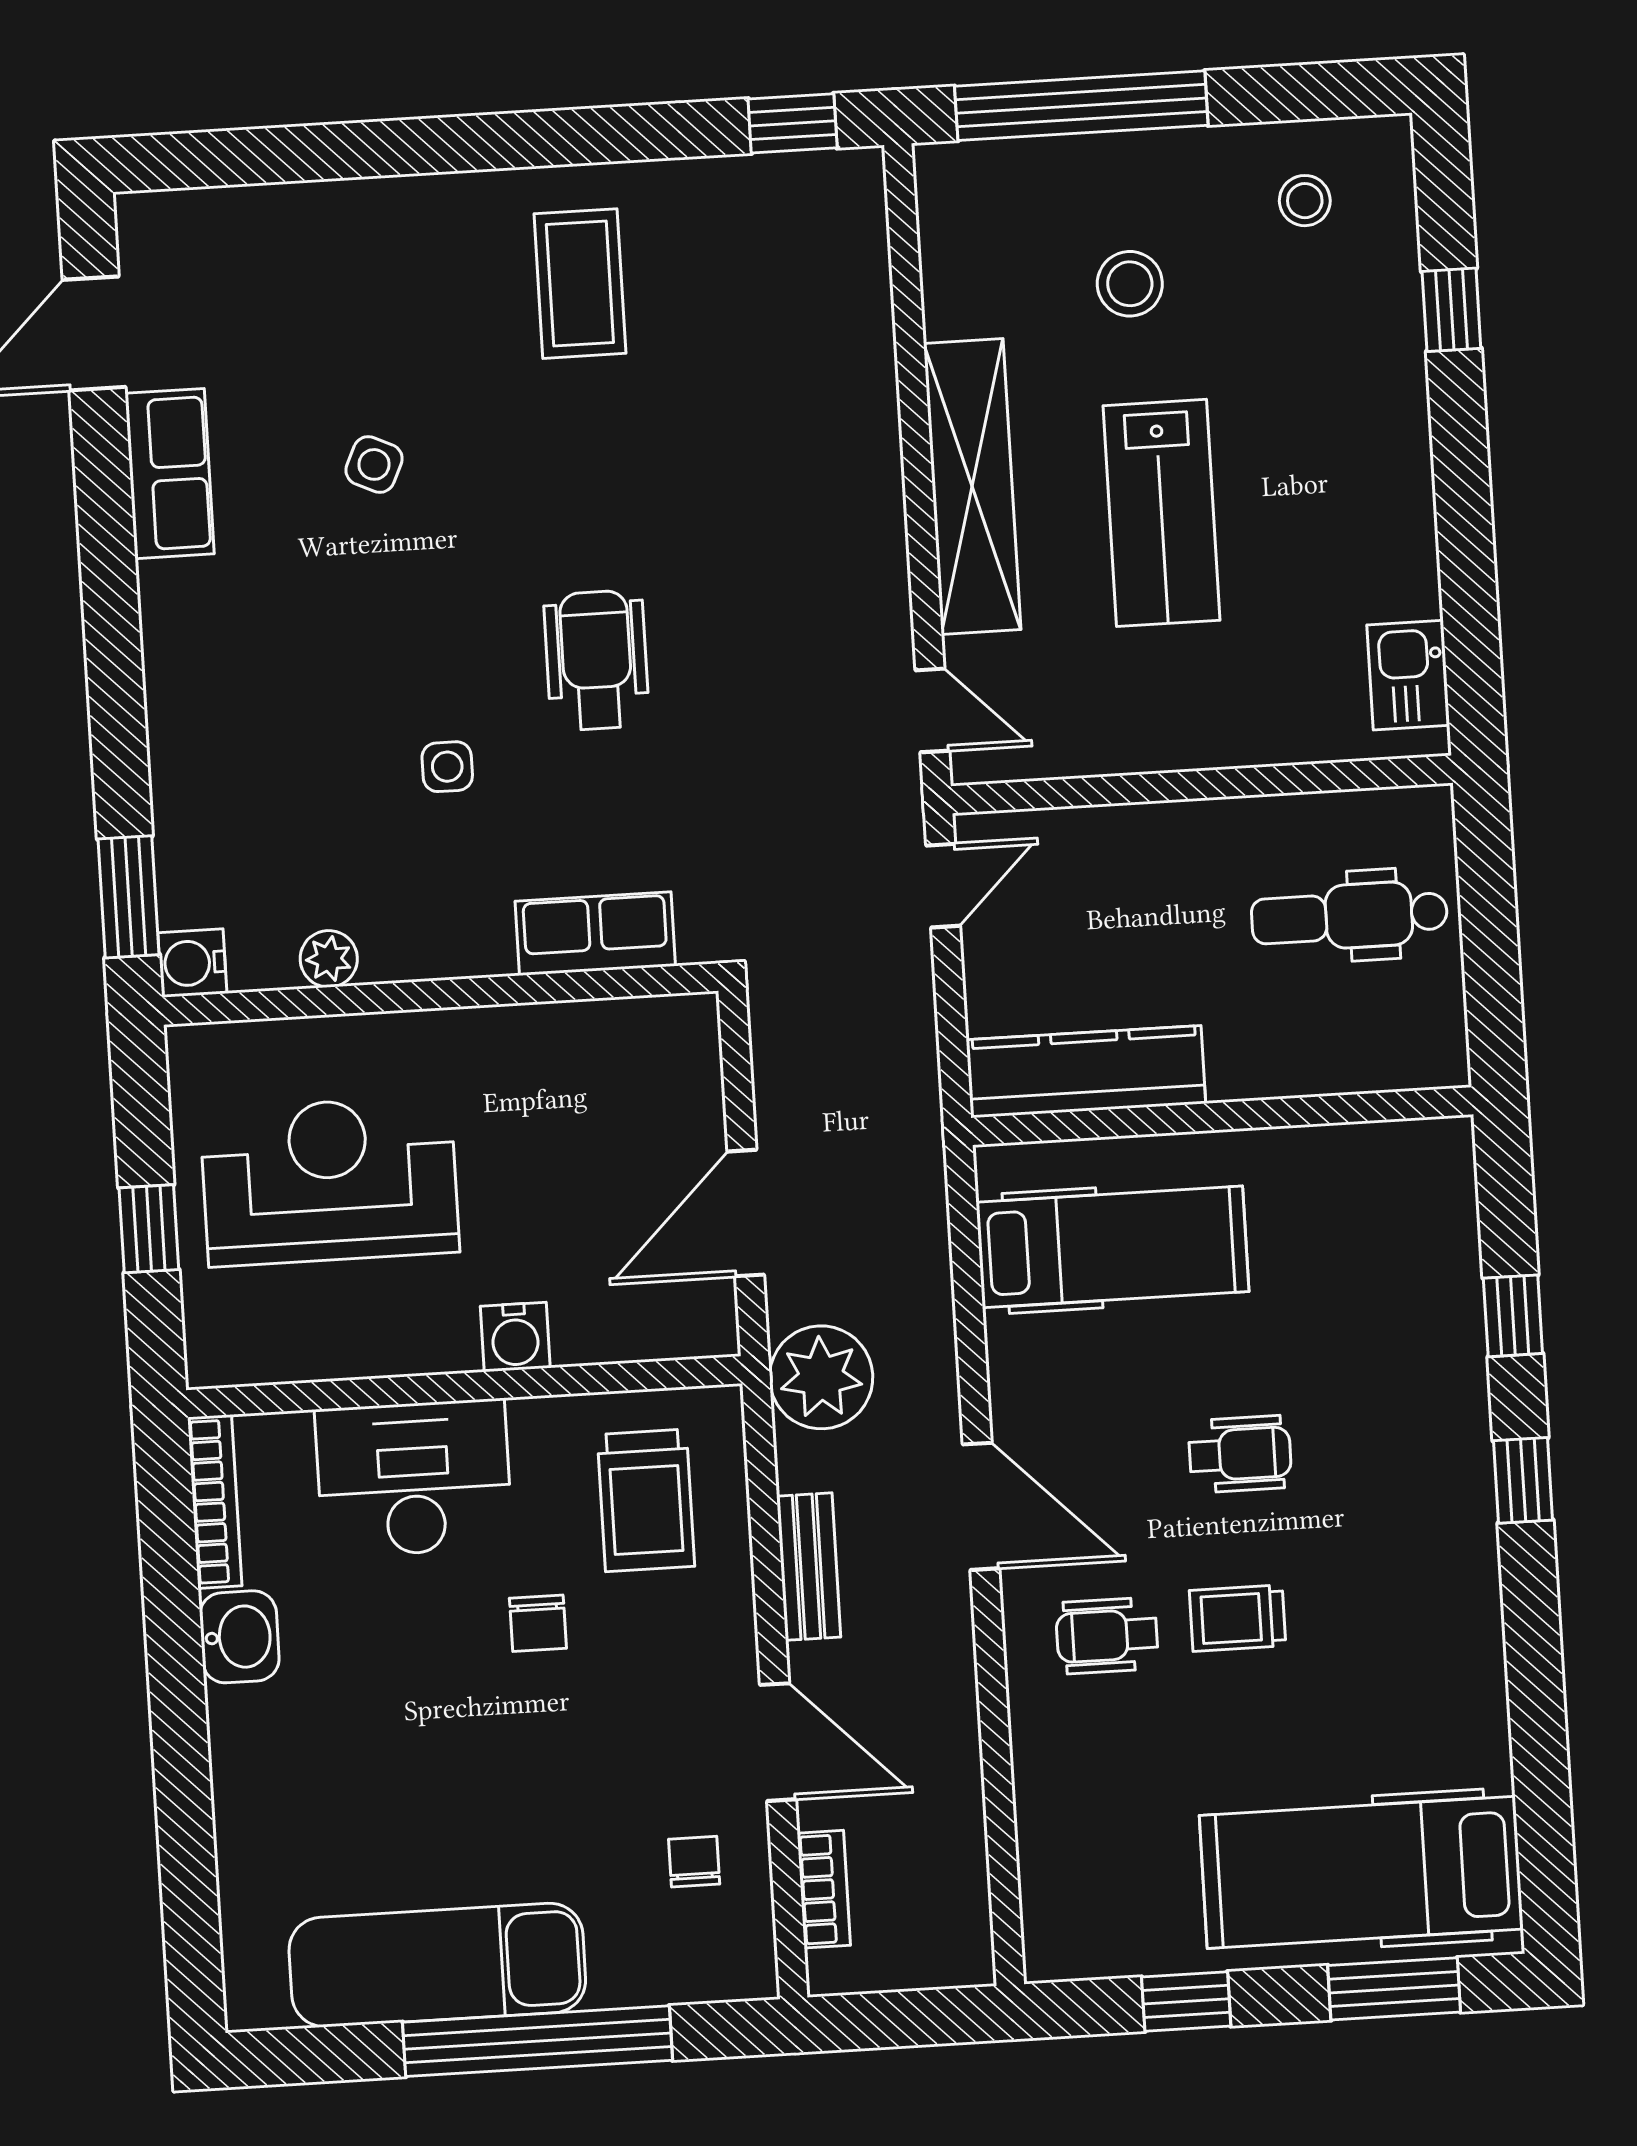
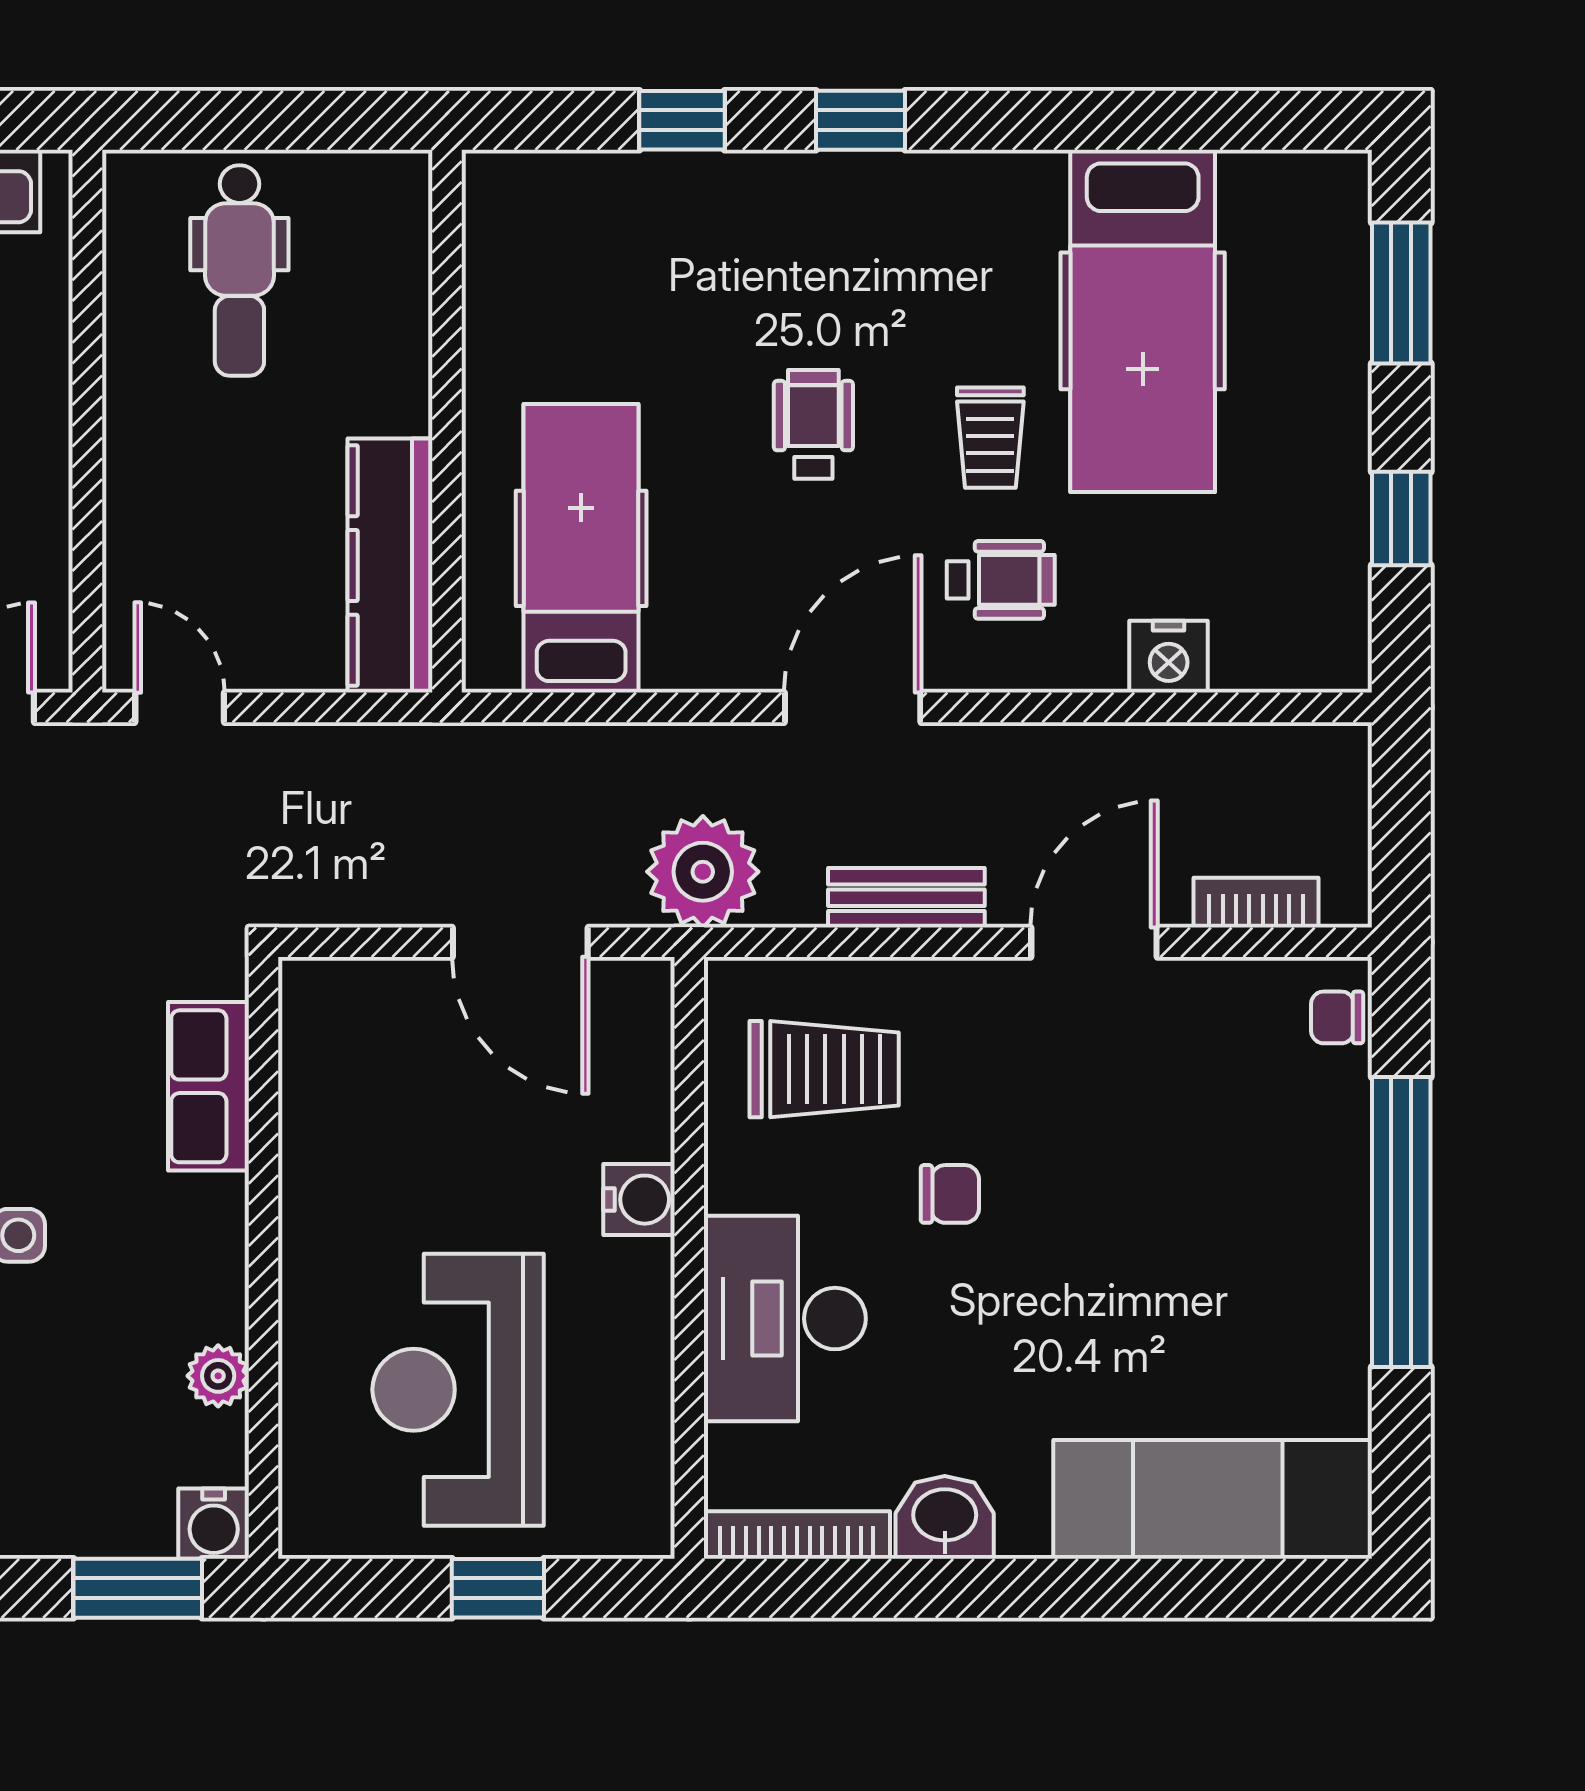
wheelchair: (1107, 1636) -> (1001, 580), turned -90
nightstand: (1046, 1795) -> (1169, 657), added
chair: (694, 1862) -> (1337, 1017), moved
hospital bed: (1361, 1872) -> (1143, 321), moved
exam couch: (437, 1965) -> (1213, 1499), moved, turned 90

